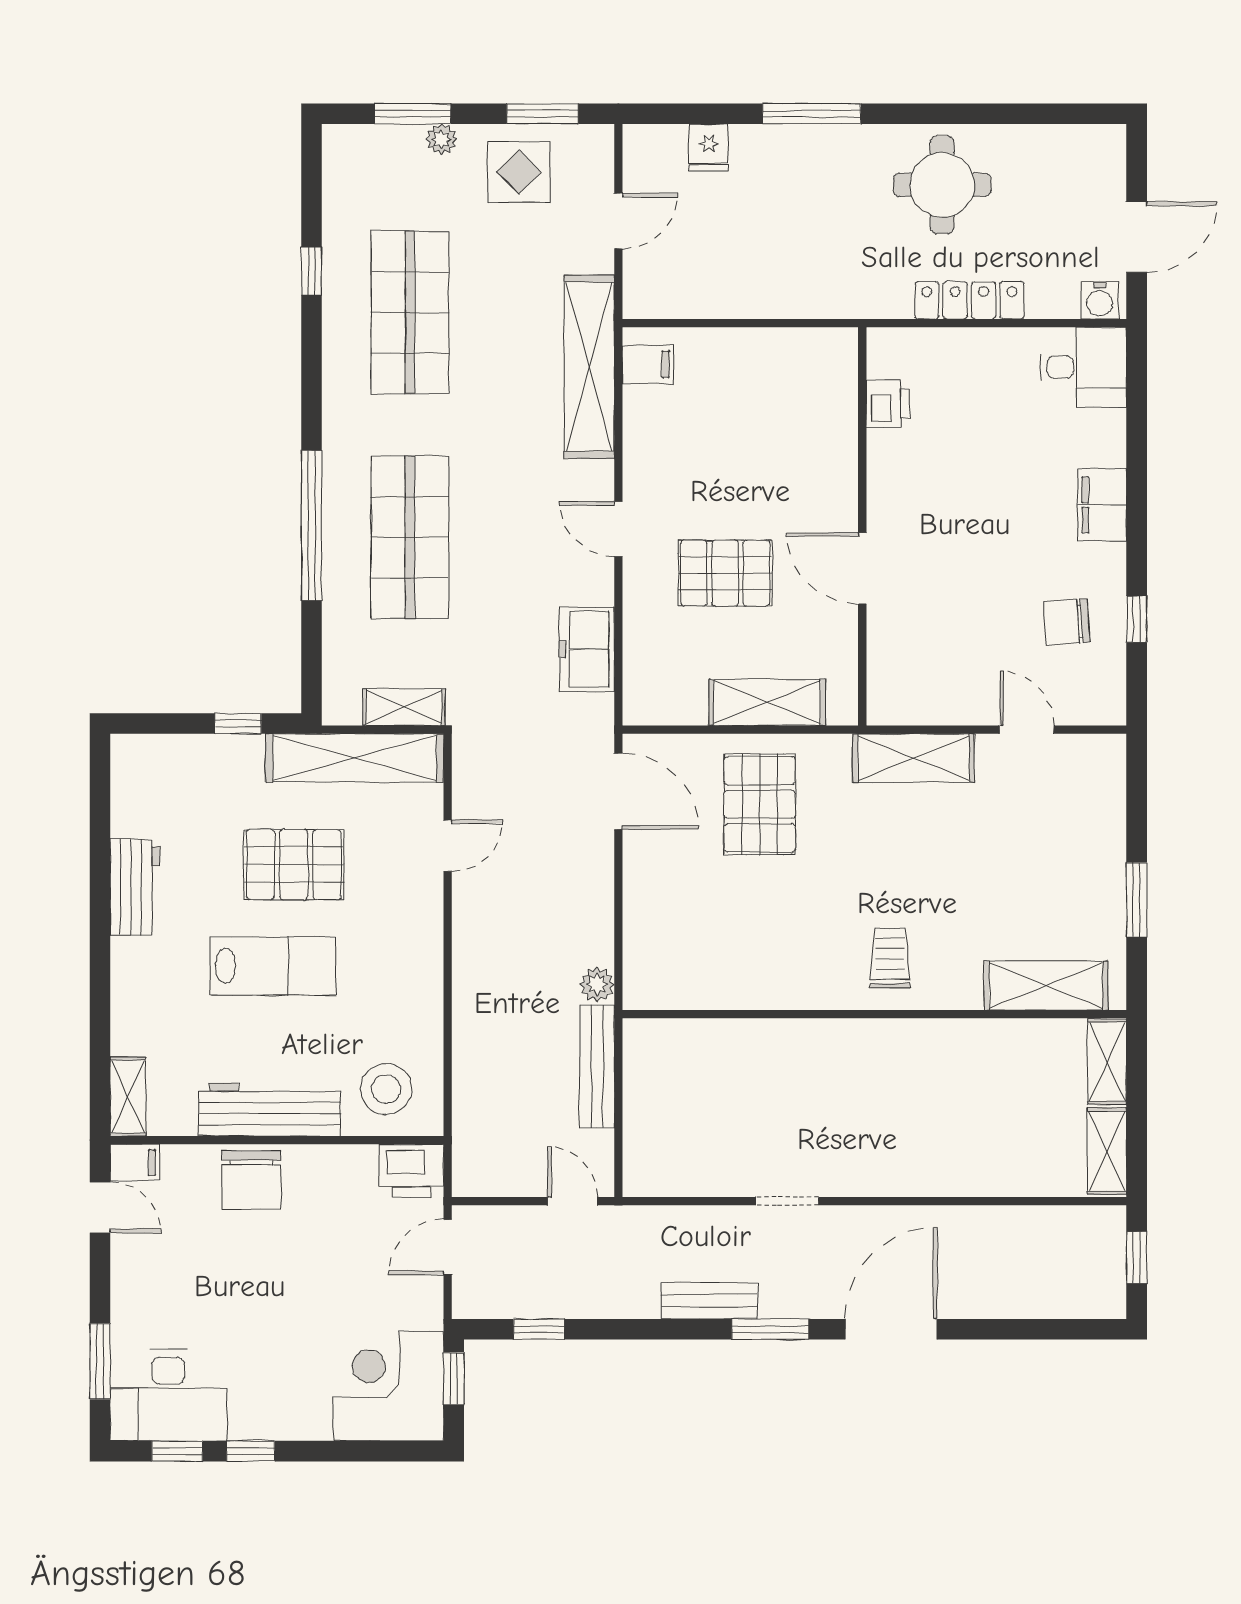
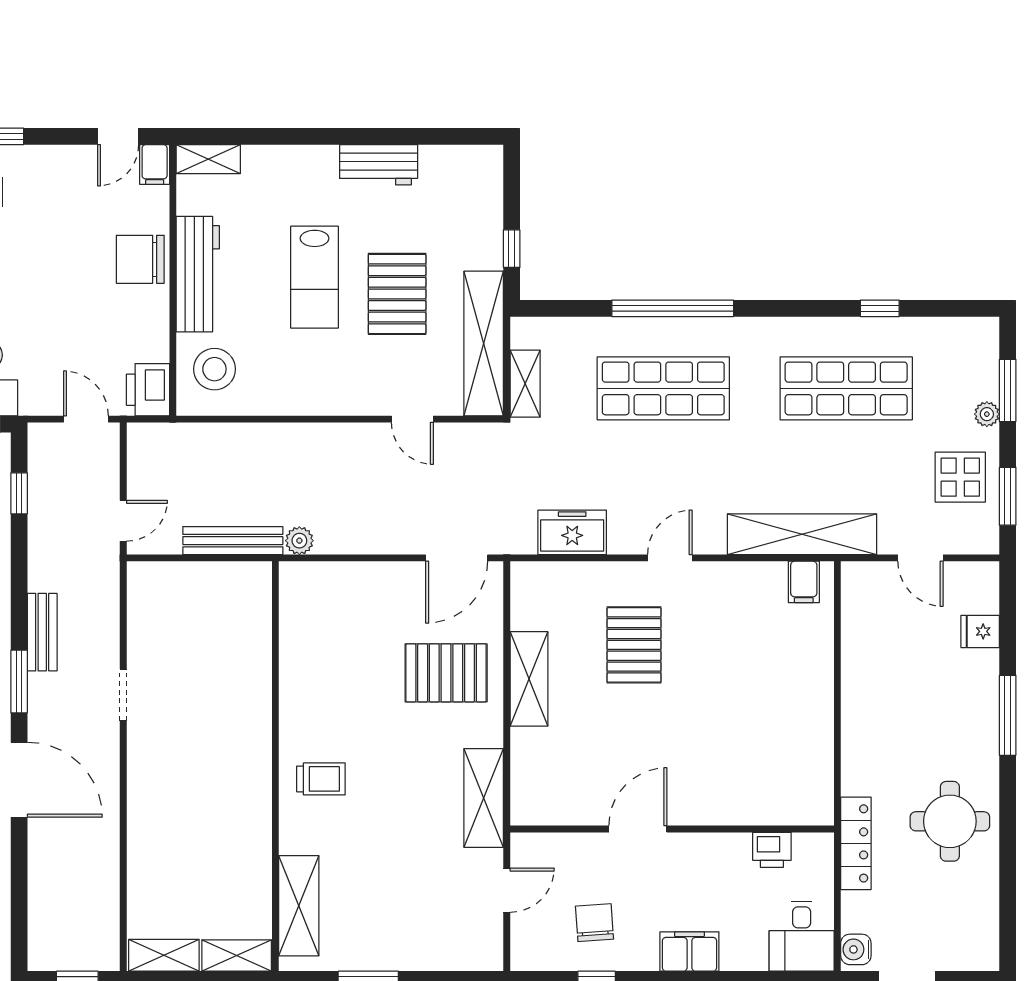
printer: (888, 404) -> (772, 850), moved
wall: (862, 526) -> (672, 829), moved
door: (862, 568) -> (638, 829), moved

